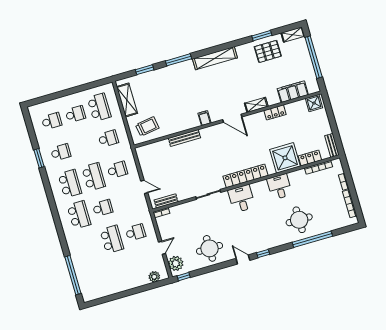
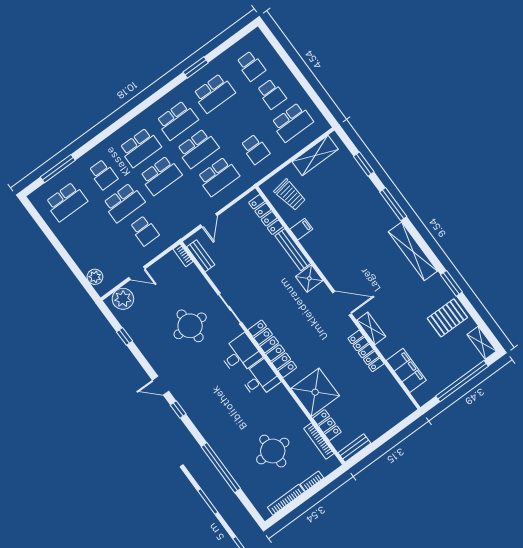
window: (262, 36) -> (451, 283), moved
pallet: (268, 51) -> (447, 318), turned 90
shower: (314, 103) -> (309, 278), moved
locker: (275, 112) -> (366, 351), width x1.53
filing cabinet: (204, 118) -> (301, 229), moved
door: (232, 118) -> (342, 303), swing flipped
locker: (154, 147) -> (266, 215), added
school desk: (61, 152) -> (214, 93), width x1.85
school desk: (117, 170) -> (218, 176), width x1.85
desk: (279, 187) -> (260, 379), moved
school desk: (103, 208) -> (161, 175), width x1.85
round table: (299, 220) -> (273, 451), moved
school desk: (88, 246) -> (103, 175), added
round table: (210, 248) -> (190, 326), moved
door: (243, 259) -> (161, 386), swing flipped
window: (73, 275) -> (58, 169), width x0.68
school desk: (97, 277) -> (66, 202), added
window: (184, 277) -> (124, 336), moved

